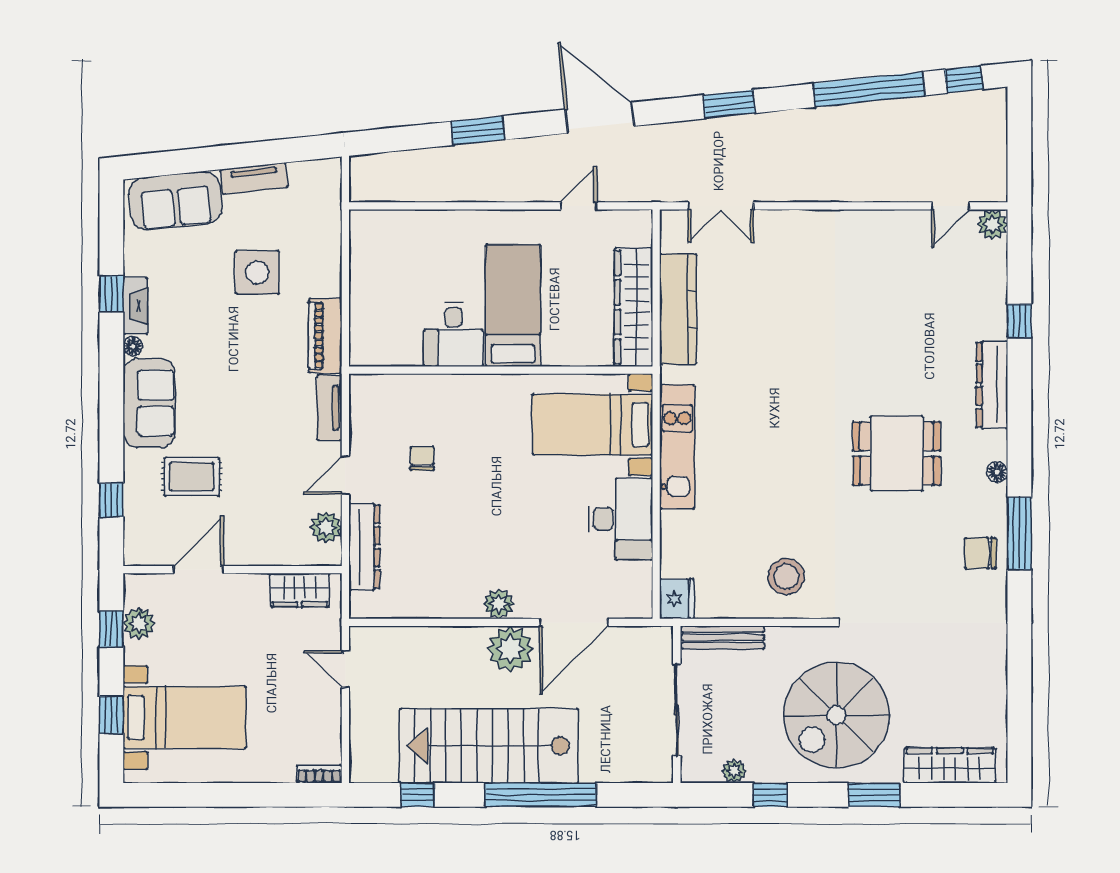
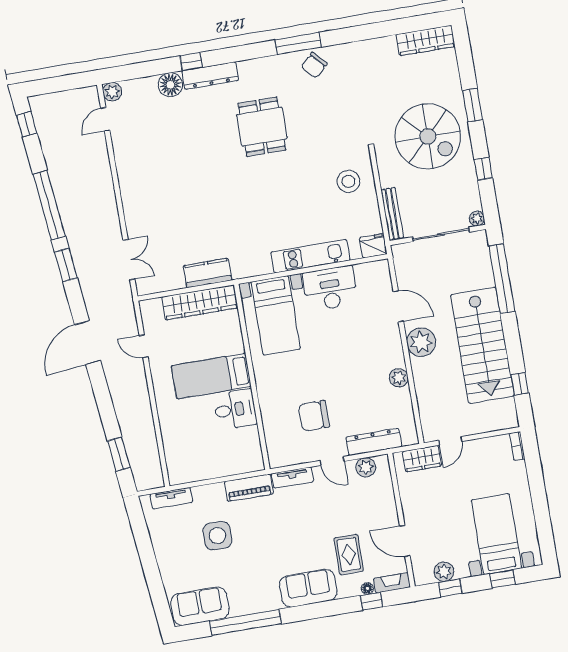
window: (869, 89) -> (49, 205), moved
window: (478, 131) -> (119, 454), moved
tv unit: (254, 178) -> (171, 498), moved, turned 96
sofa: (176, 201) -> (200, 606), moved, turned -84
door: (951, 206) -> (105, 119), swing flipped
window: (111, 294) -> (246, 622), width x3.17
fireplace: (135, 306) -> (392, 583), moved
kitchen counter: (678, 309) -> (208, 273), width x0.67
window: (1019, 321) -> (191, 62), moved
floor lamp: (133, 346) -> (367, 588), moved
kitchen unit: (677, 447) -> (310, 256), moved
chair: (422, 459) -> (314, 416), width x1.87, depth x1.87
floor lamp: (997, 472) -> (170, 85), moved, width x1.89, depth x1.89
chair: (980, 553) -> (314, 65), turned 47
wardrobe: (300, 590) -> (422, 459), moved, turned 90
plant: (499, 604) -> (399, 378), moved
door: (574, 622) -> (398, 306), width x0.73
wardrobe: (950, 765) -> (426, 40), moved, turned -90
plant: (734, 771) -> (477, 219), moved
window: (541, 795) -> (502, 279), moved

